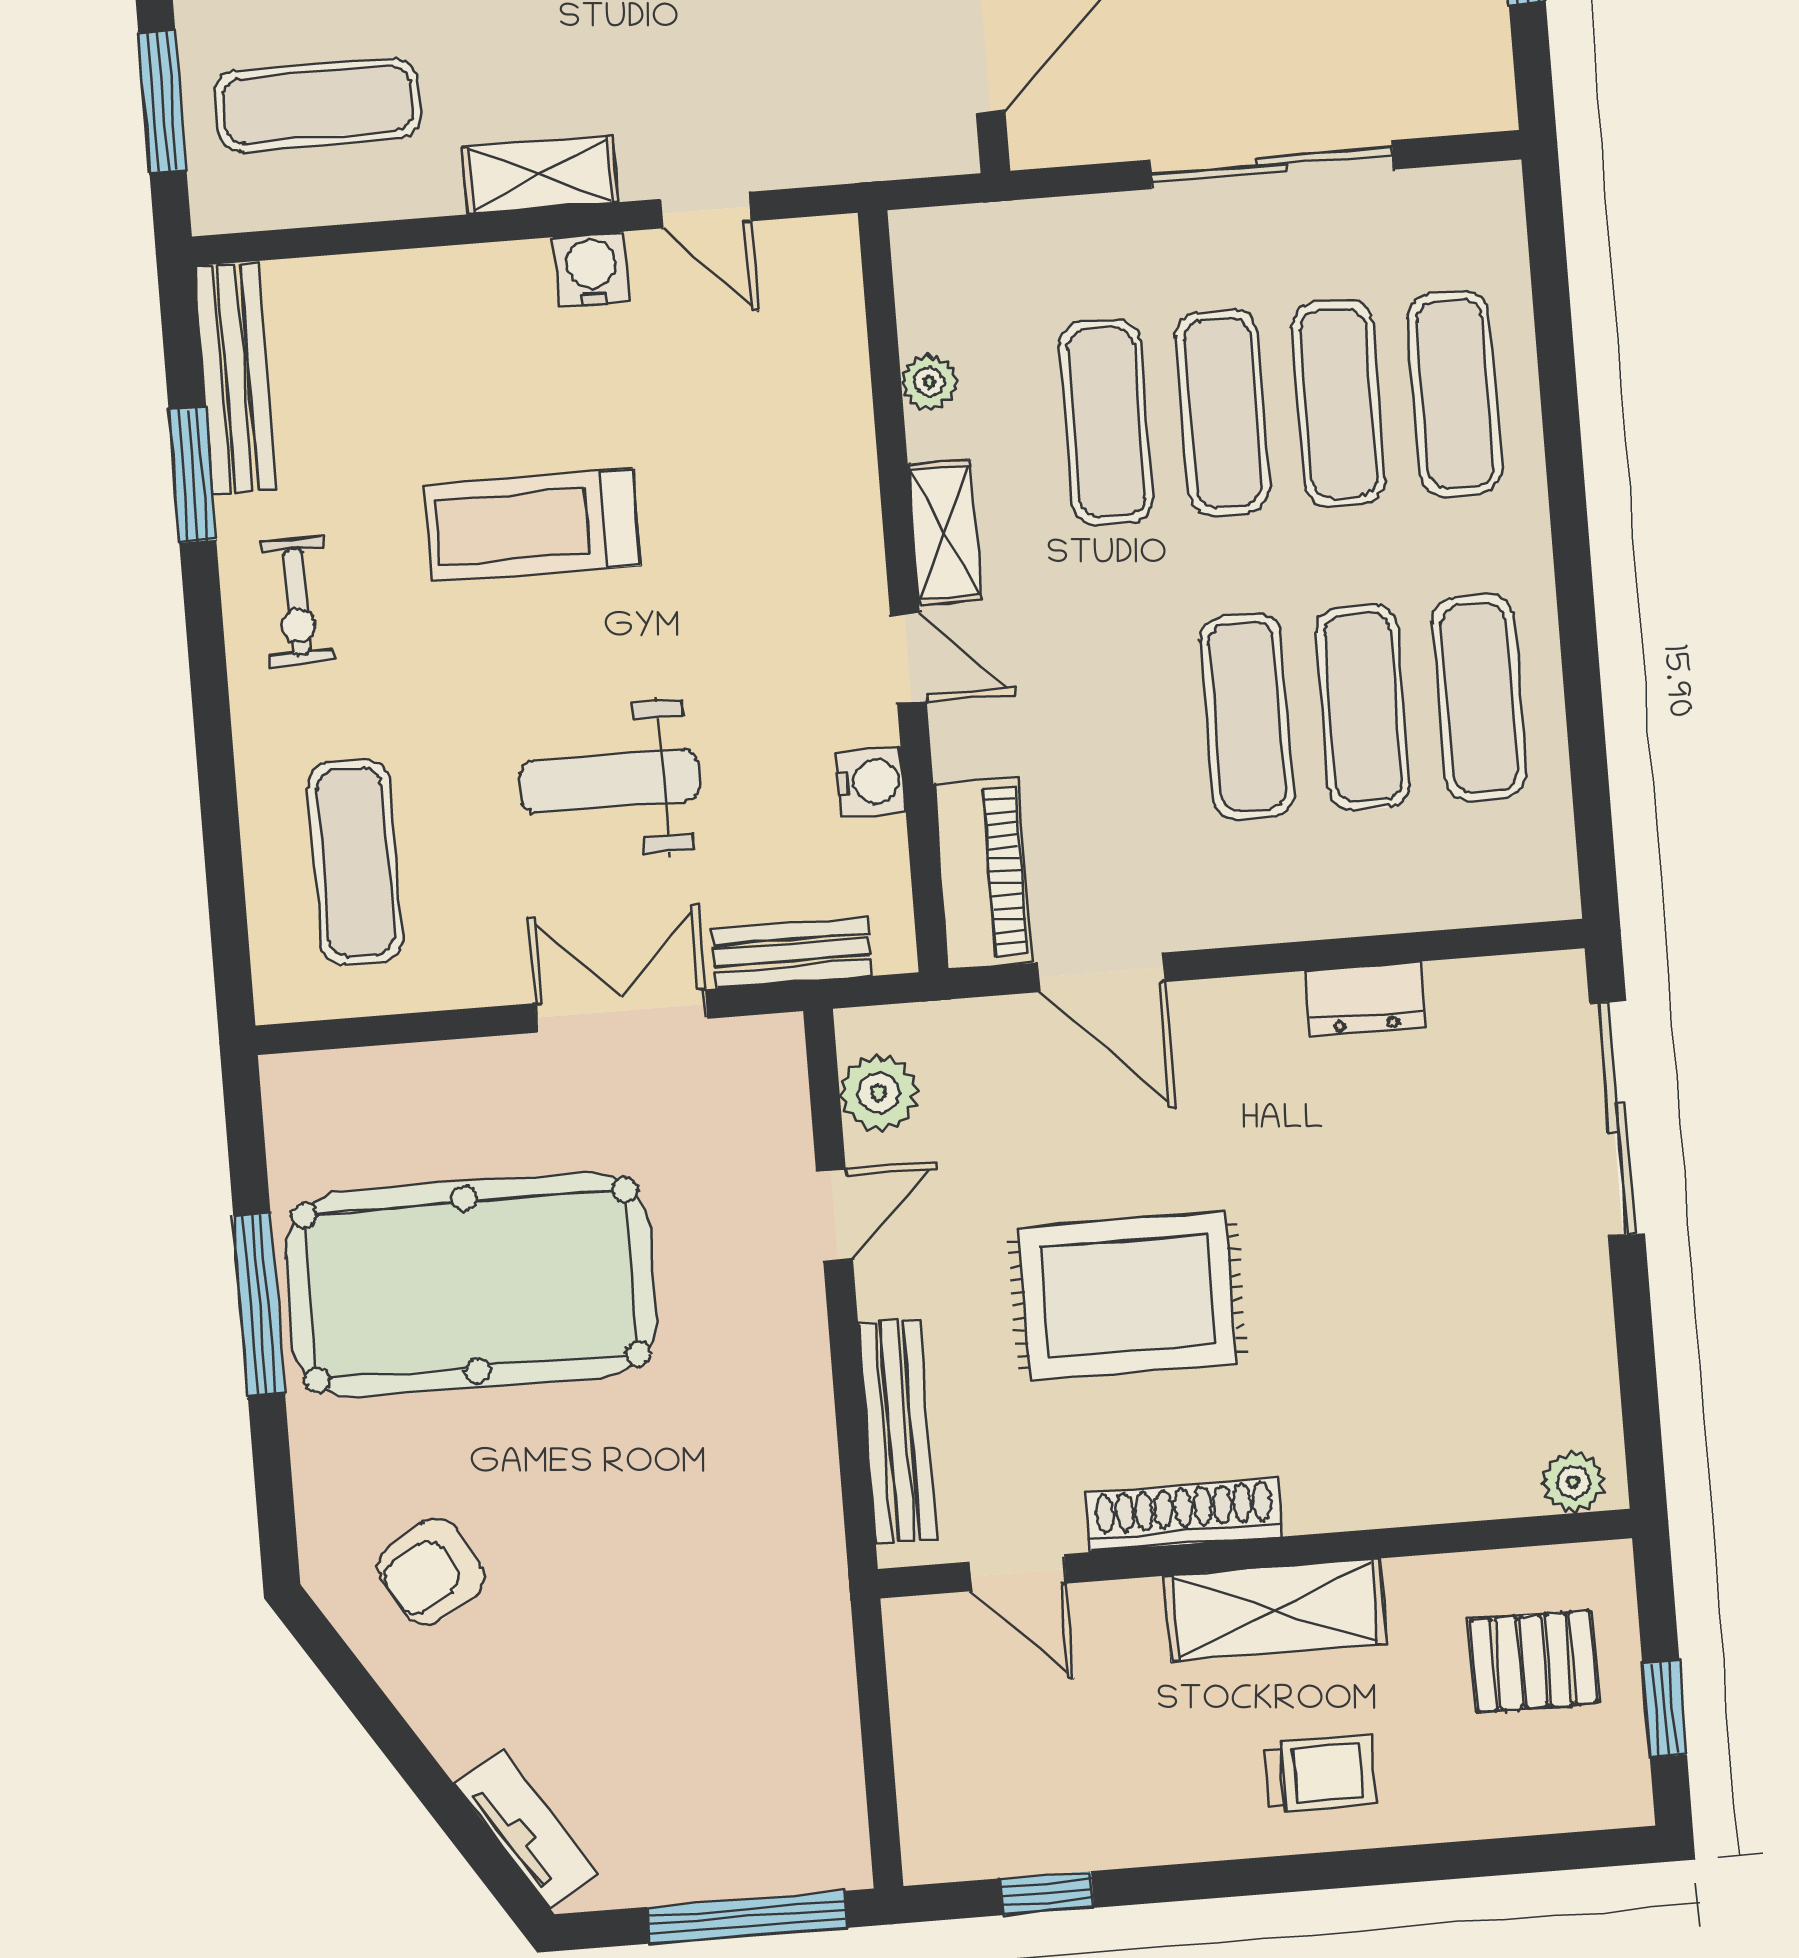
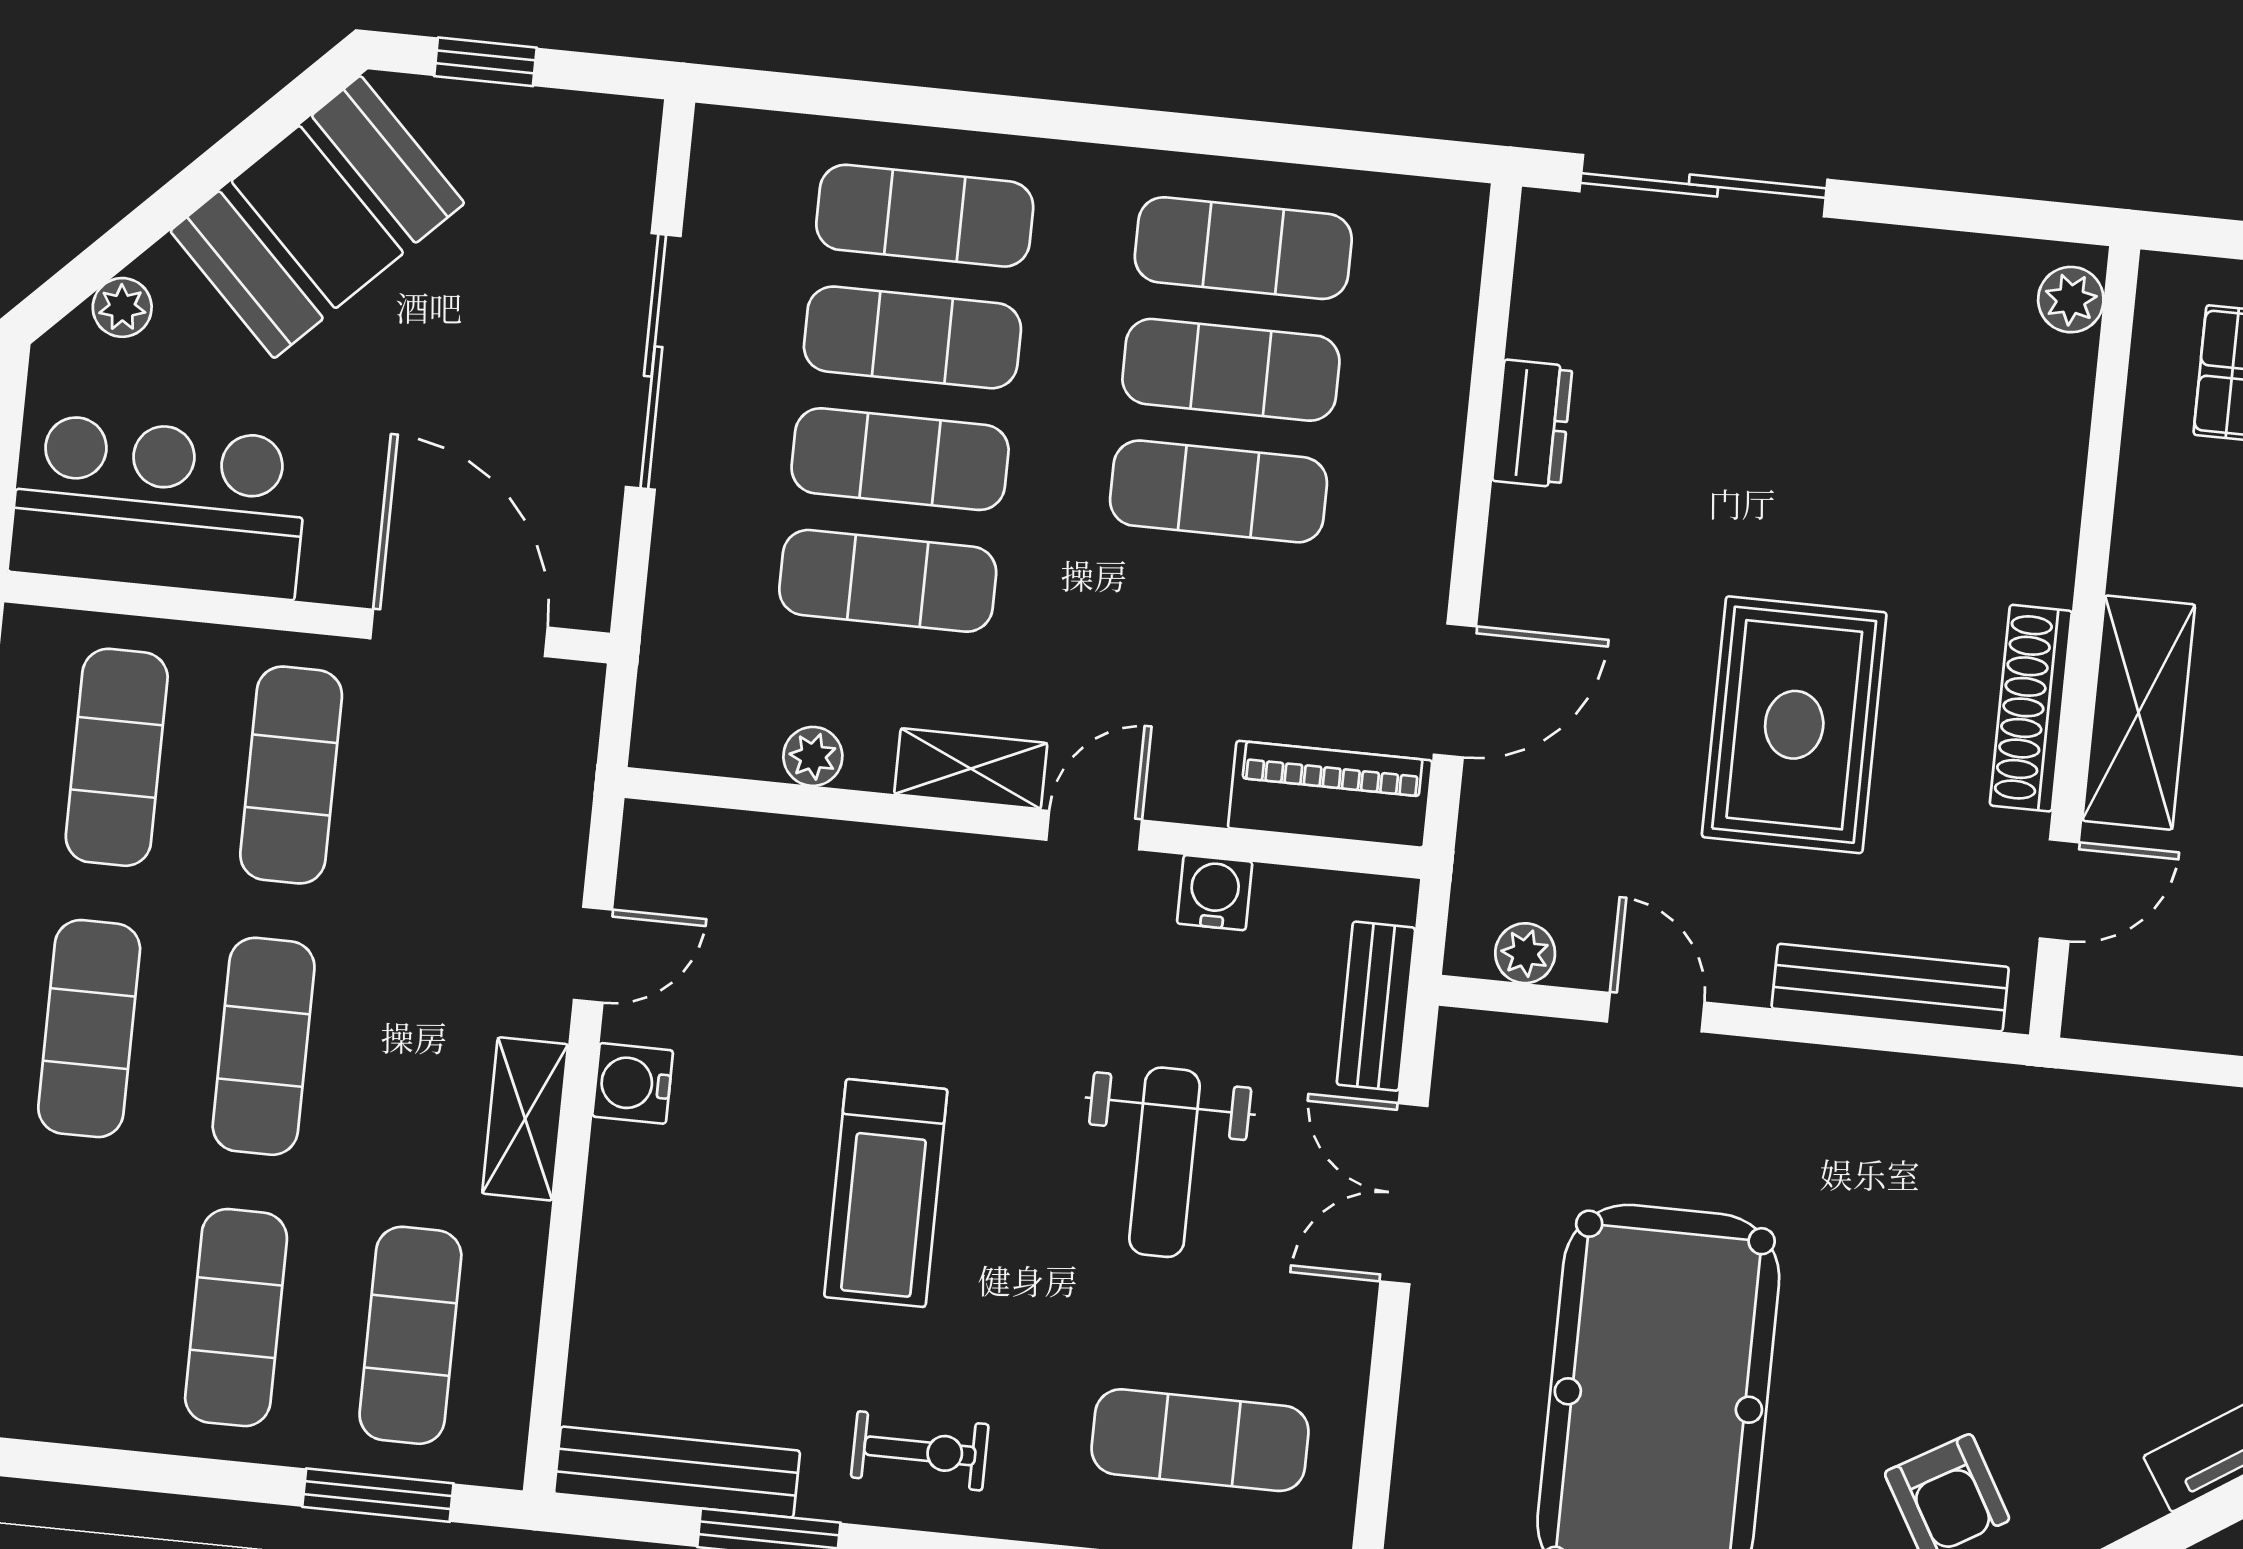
plant: (879, 1093) -> (1525, 953), width x0.73, depth x0.73
shelving: (1276, 1610) -> (2139, 713), moved

